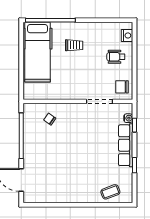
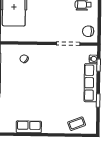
row of seats: (56, 196) -> (29, 127), added

